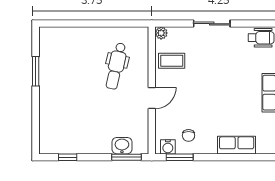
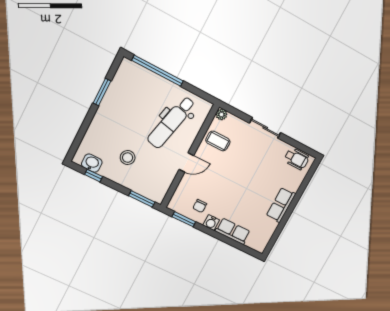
window: (78, 24) -> (158, 71), added
dental chair: (116, 66) -> (171, 122), width x1.36, depth x1.38
stool: (92, 123) -> (128, 158), added
washbasin: (122, 146) -> (92, 163), moved
water cooler: (168, 147) -> (211, 223), moved

